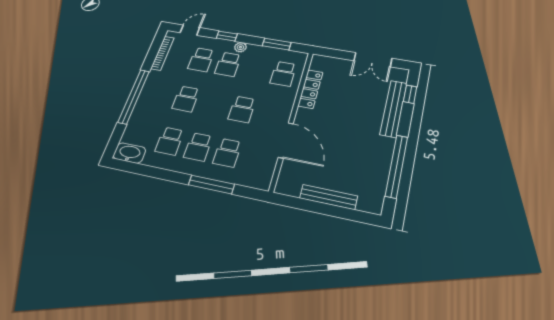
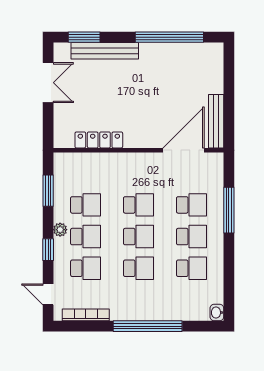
school desk: (283, 74) -> (86, 205), moved
window: (410, 94) -> (84, 37), width x1.50
school desk: (214, 104) -> (138, 237), added
door: (286, 140) -> (183, 150), moved
washbasin: (129, 153) -> (217, 313), width x0.52, depth x0.69
bench: (329, 197) -> (216, 121), moved

